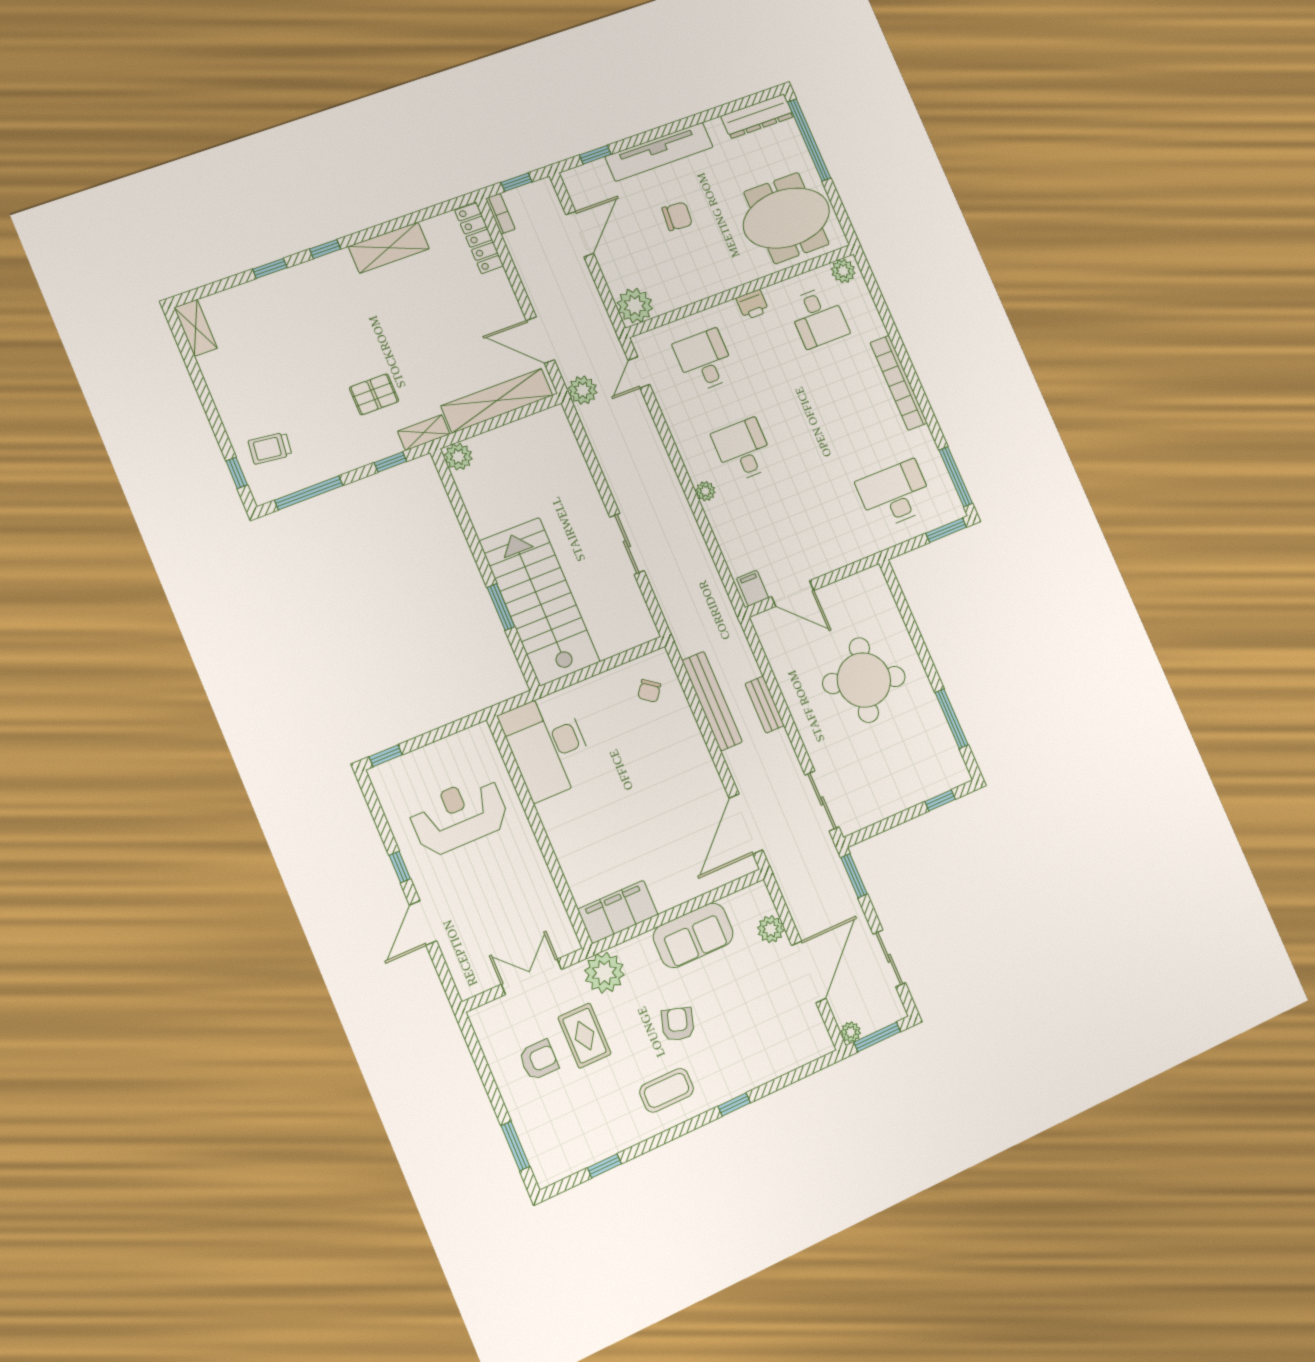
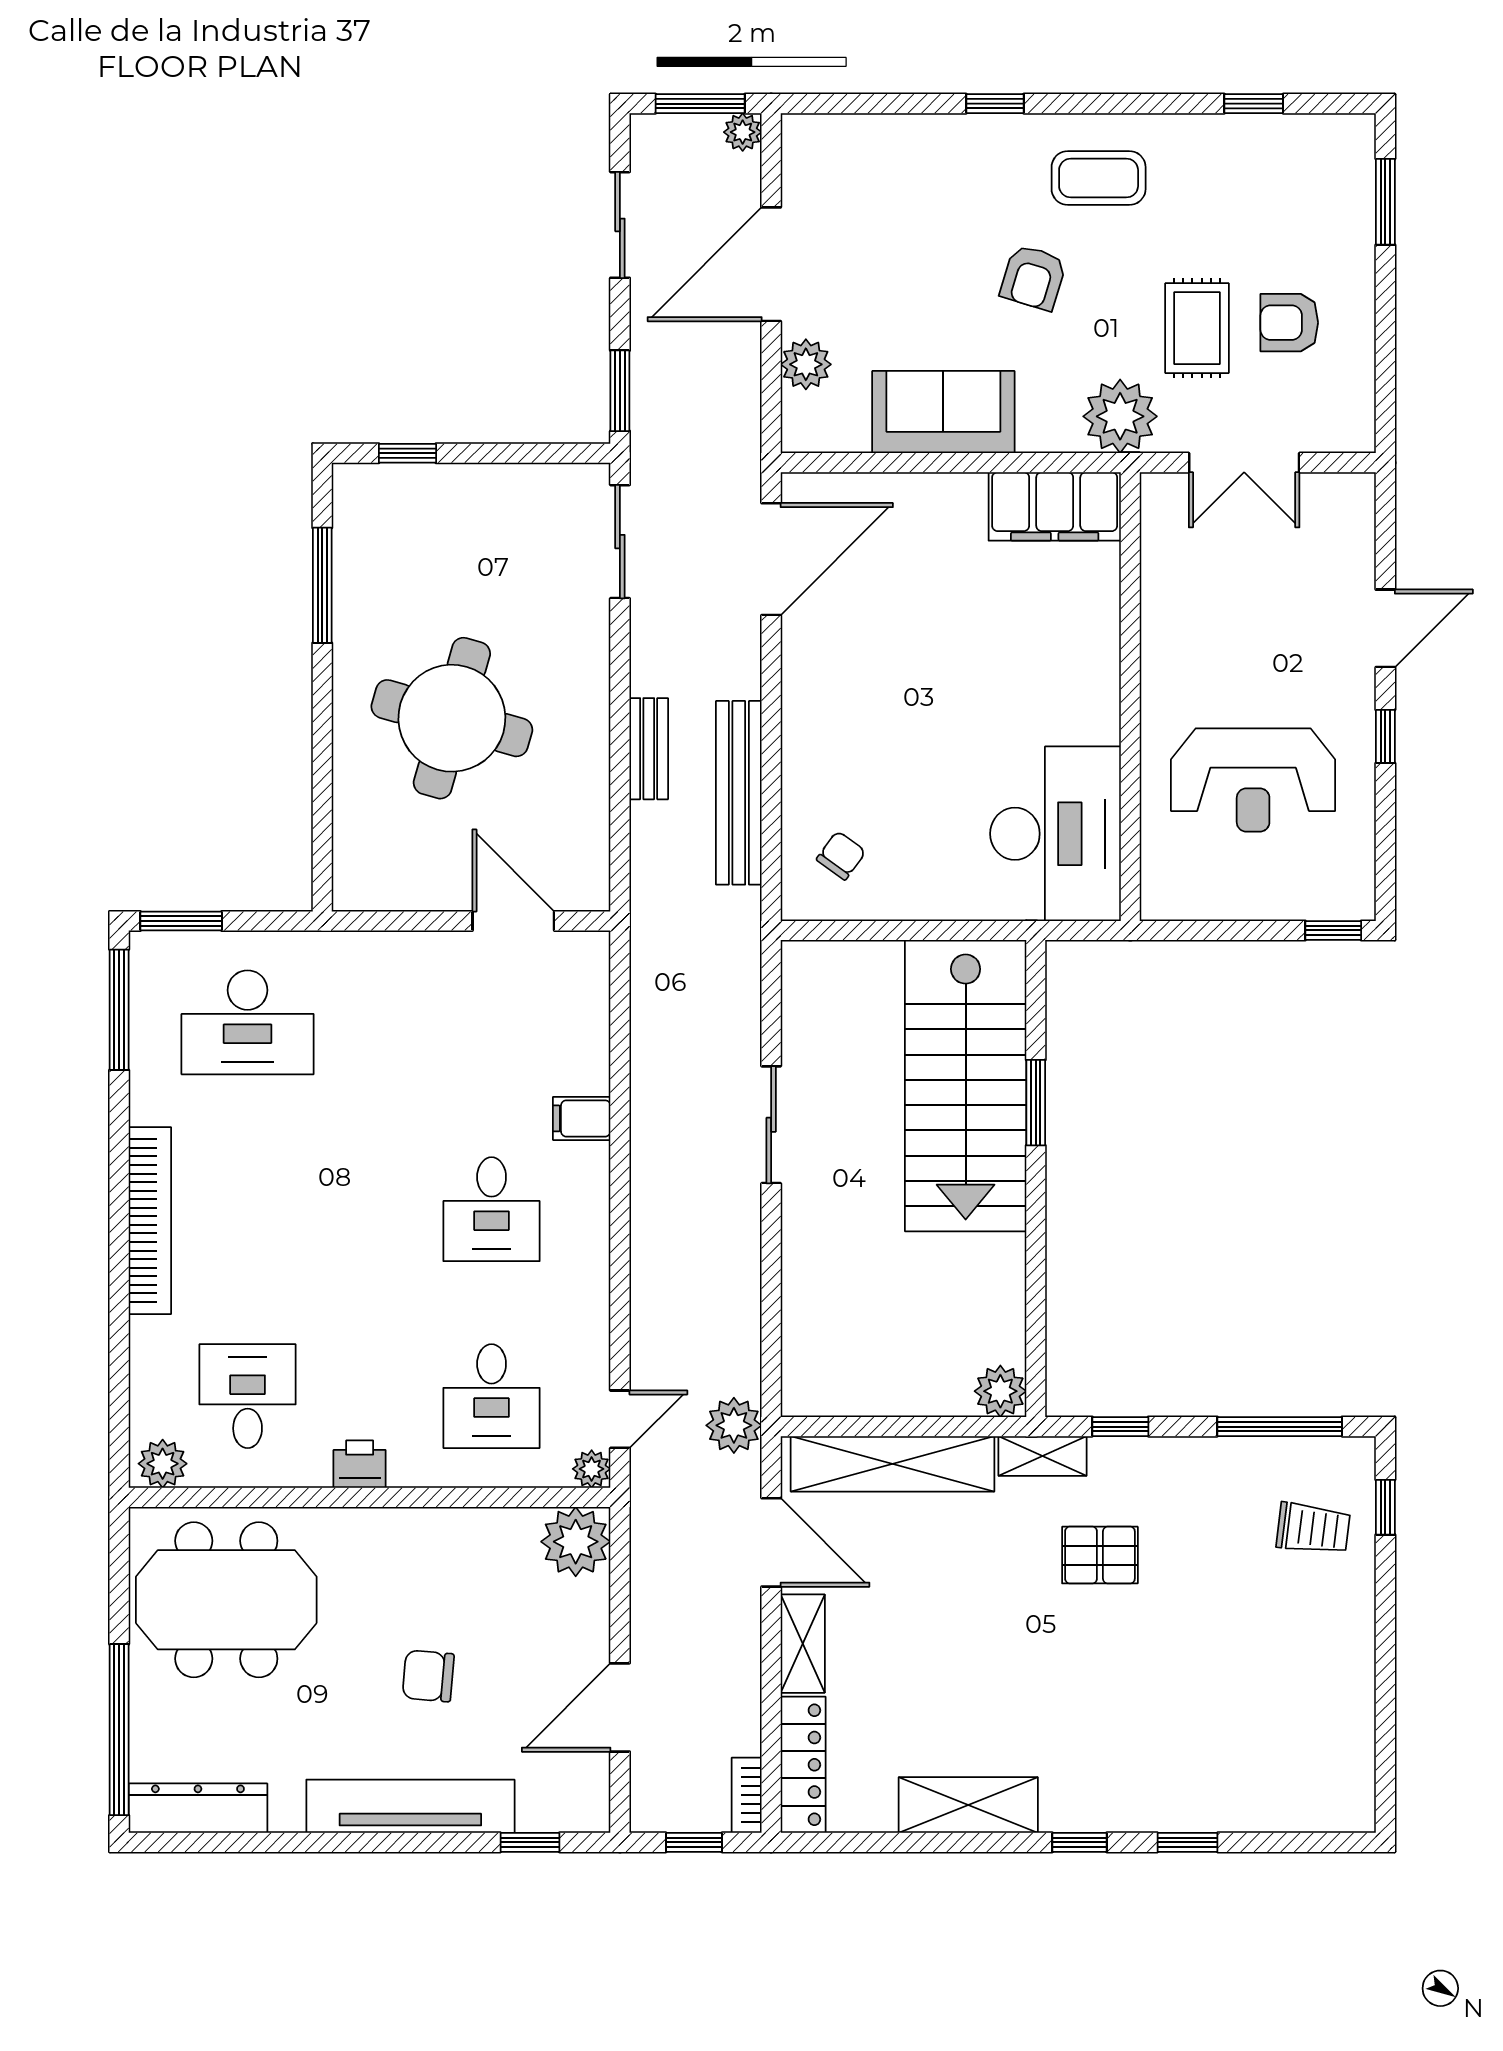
shelving: (196, 328) -> (803, 1644), moved
plant: (705, 491) -> (592, 1469), moved
filing cabinet: (752, 588) -> (582, 1118), moved, turned 90

